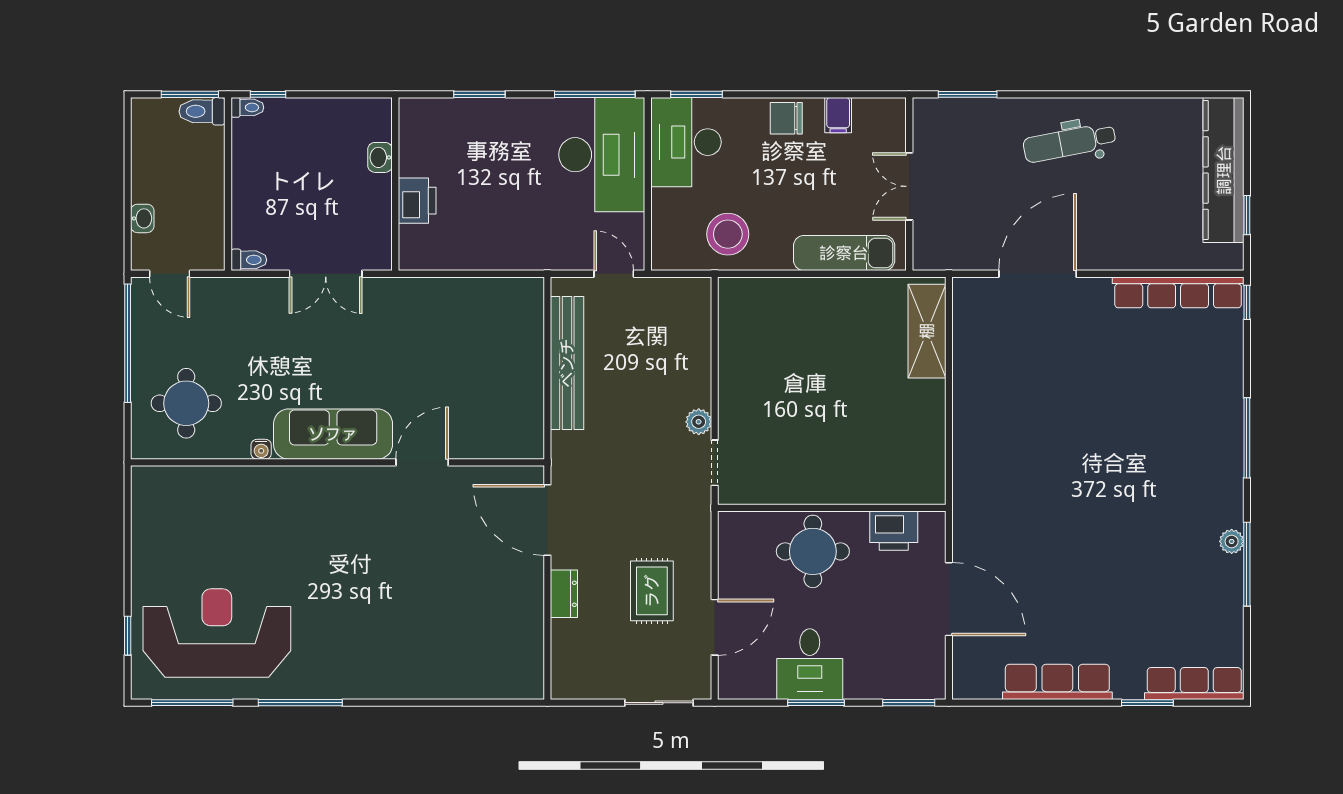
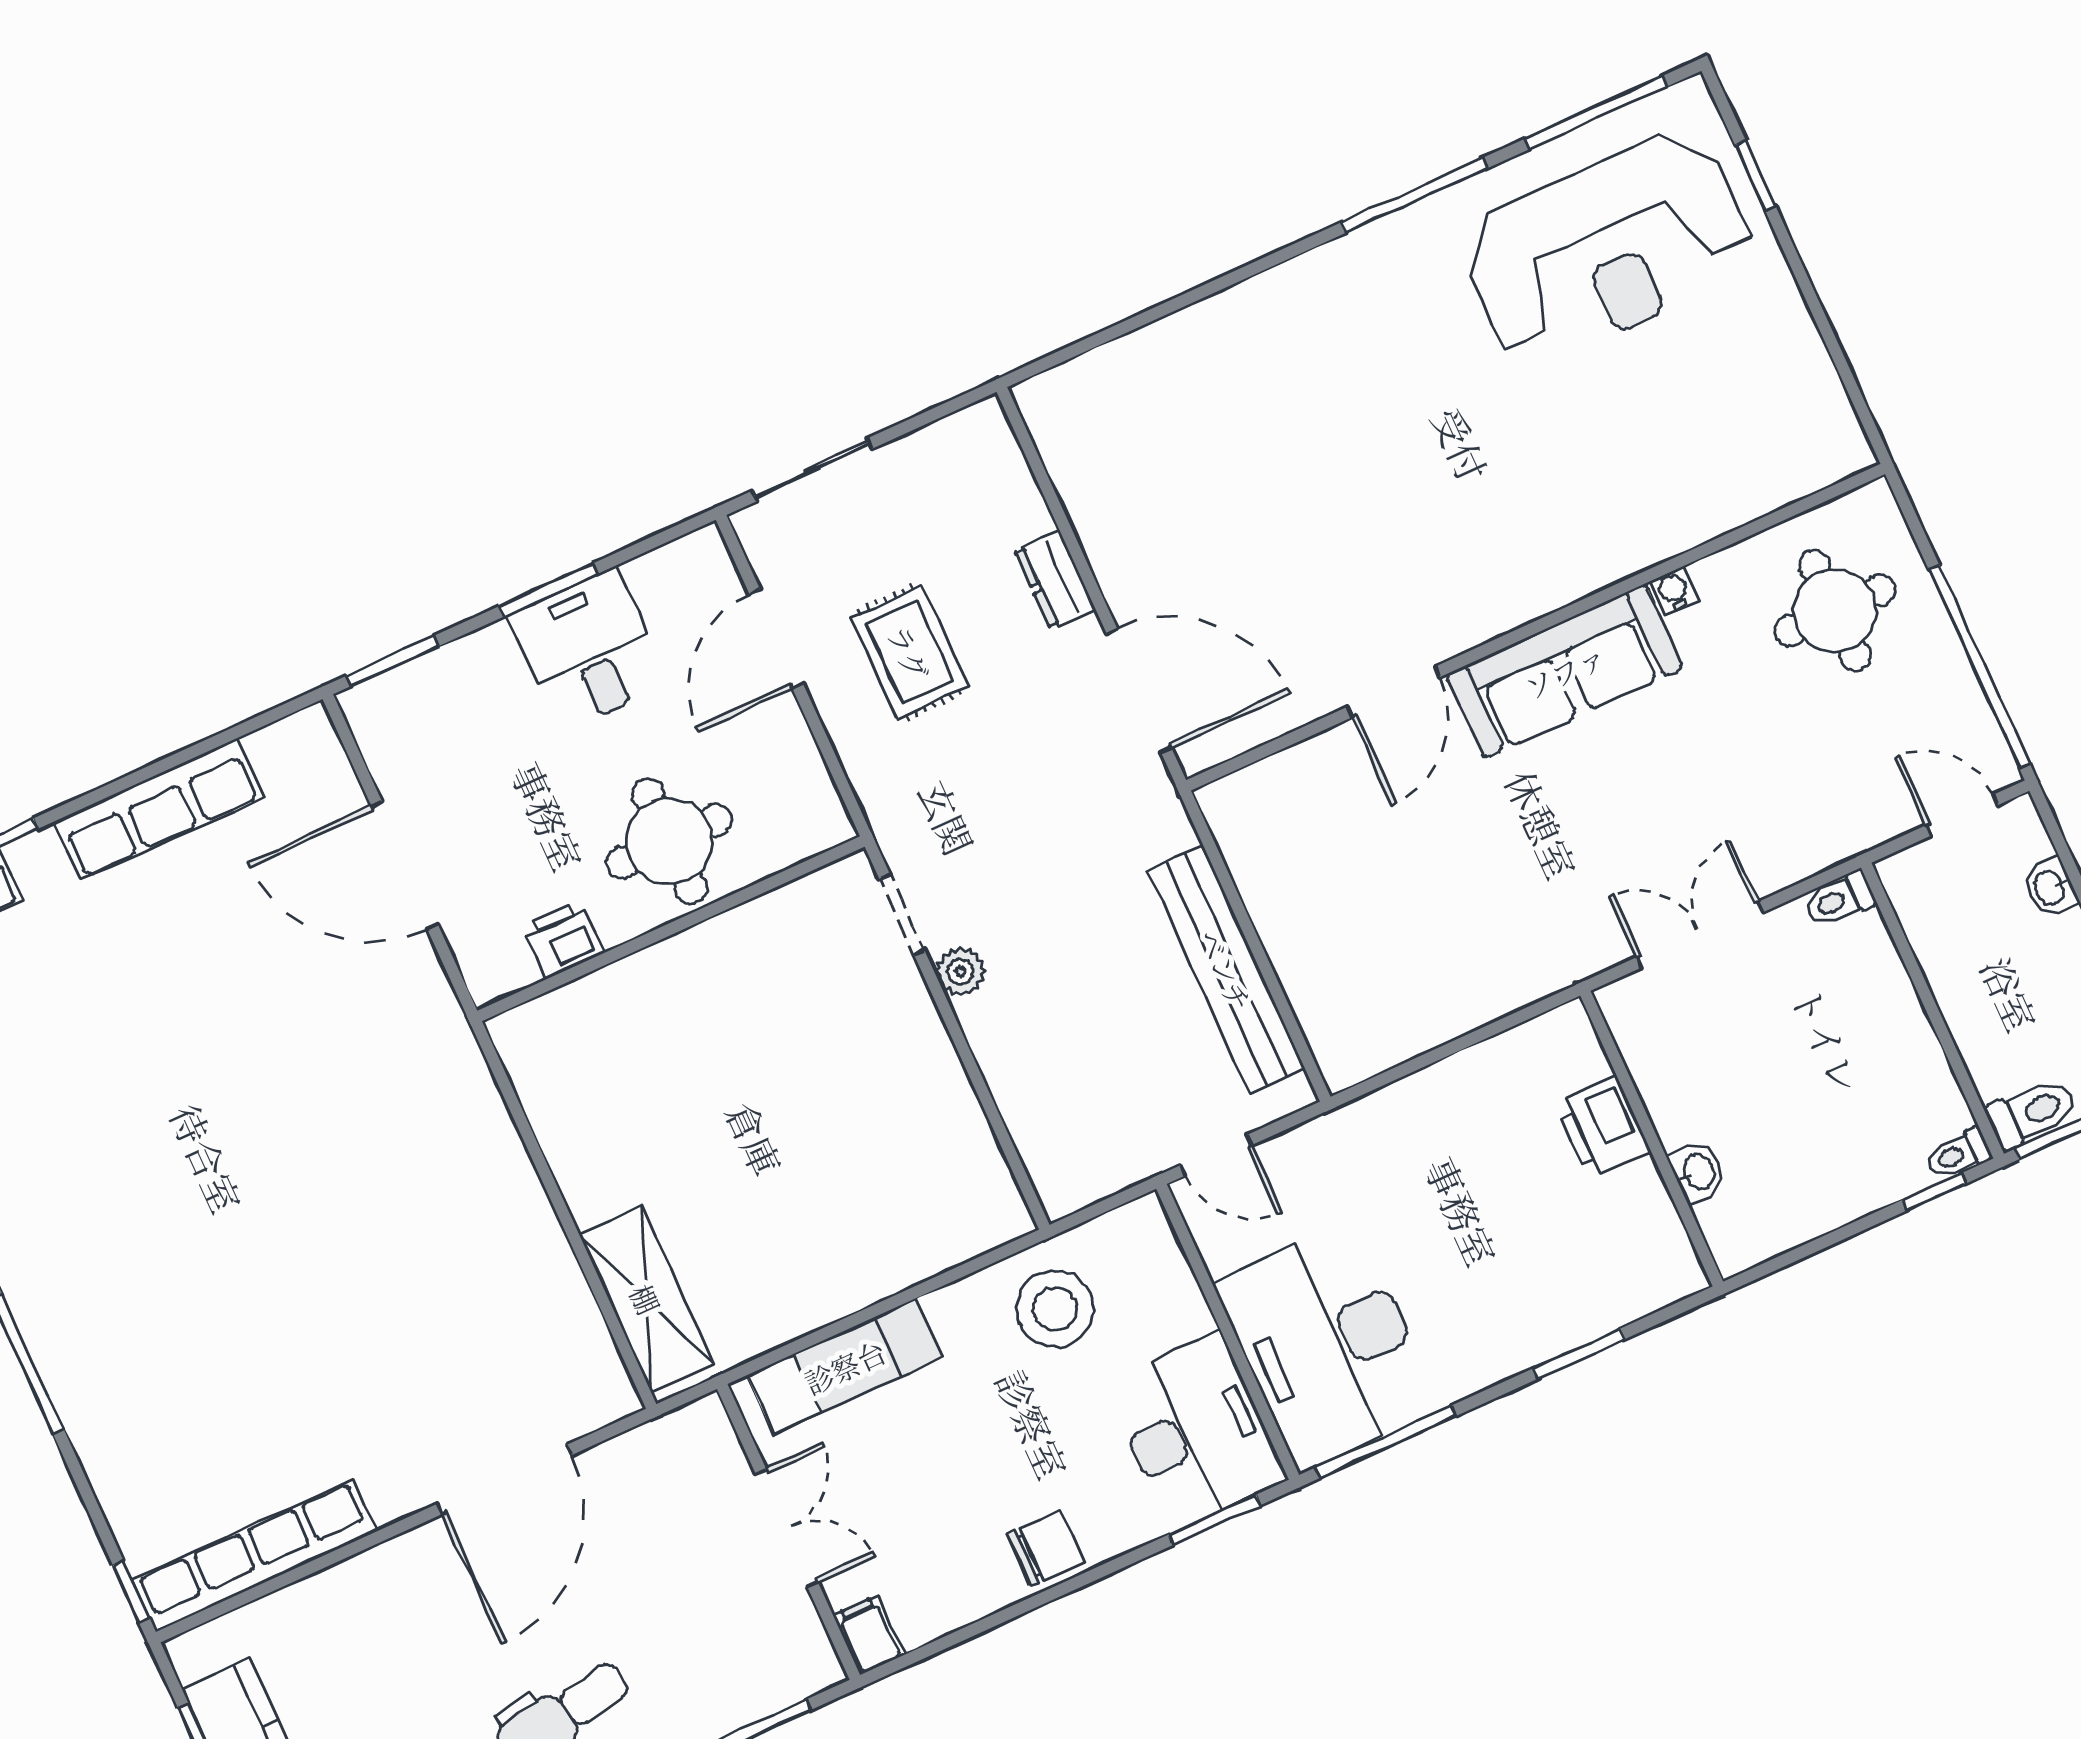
filing cabinet: (838, 115) -> (869, 1635), moved
printer: (894, 531) -> (563, 939), width x0.73, depth x0.81

